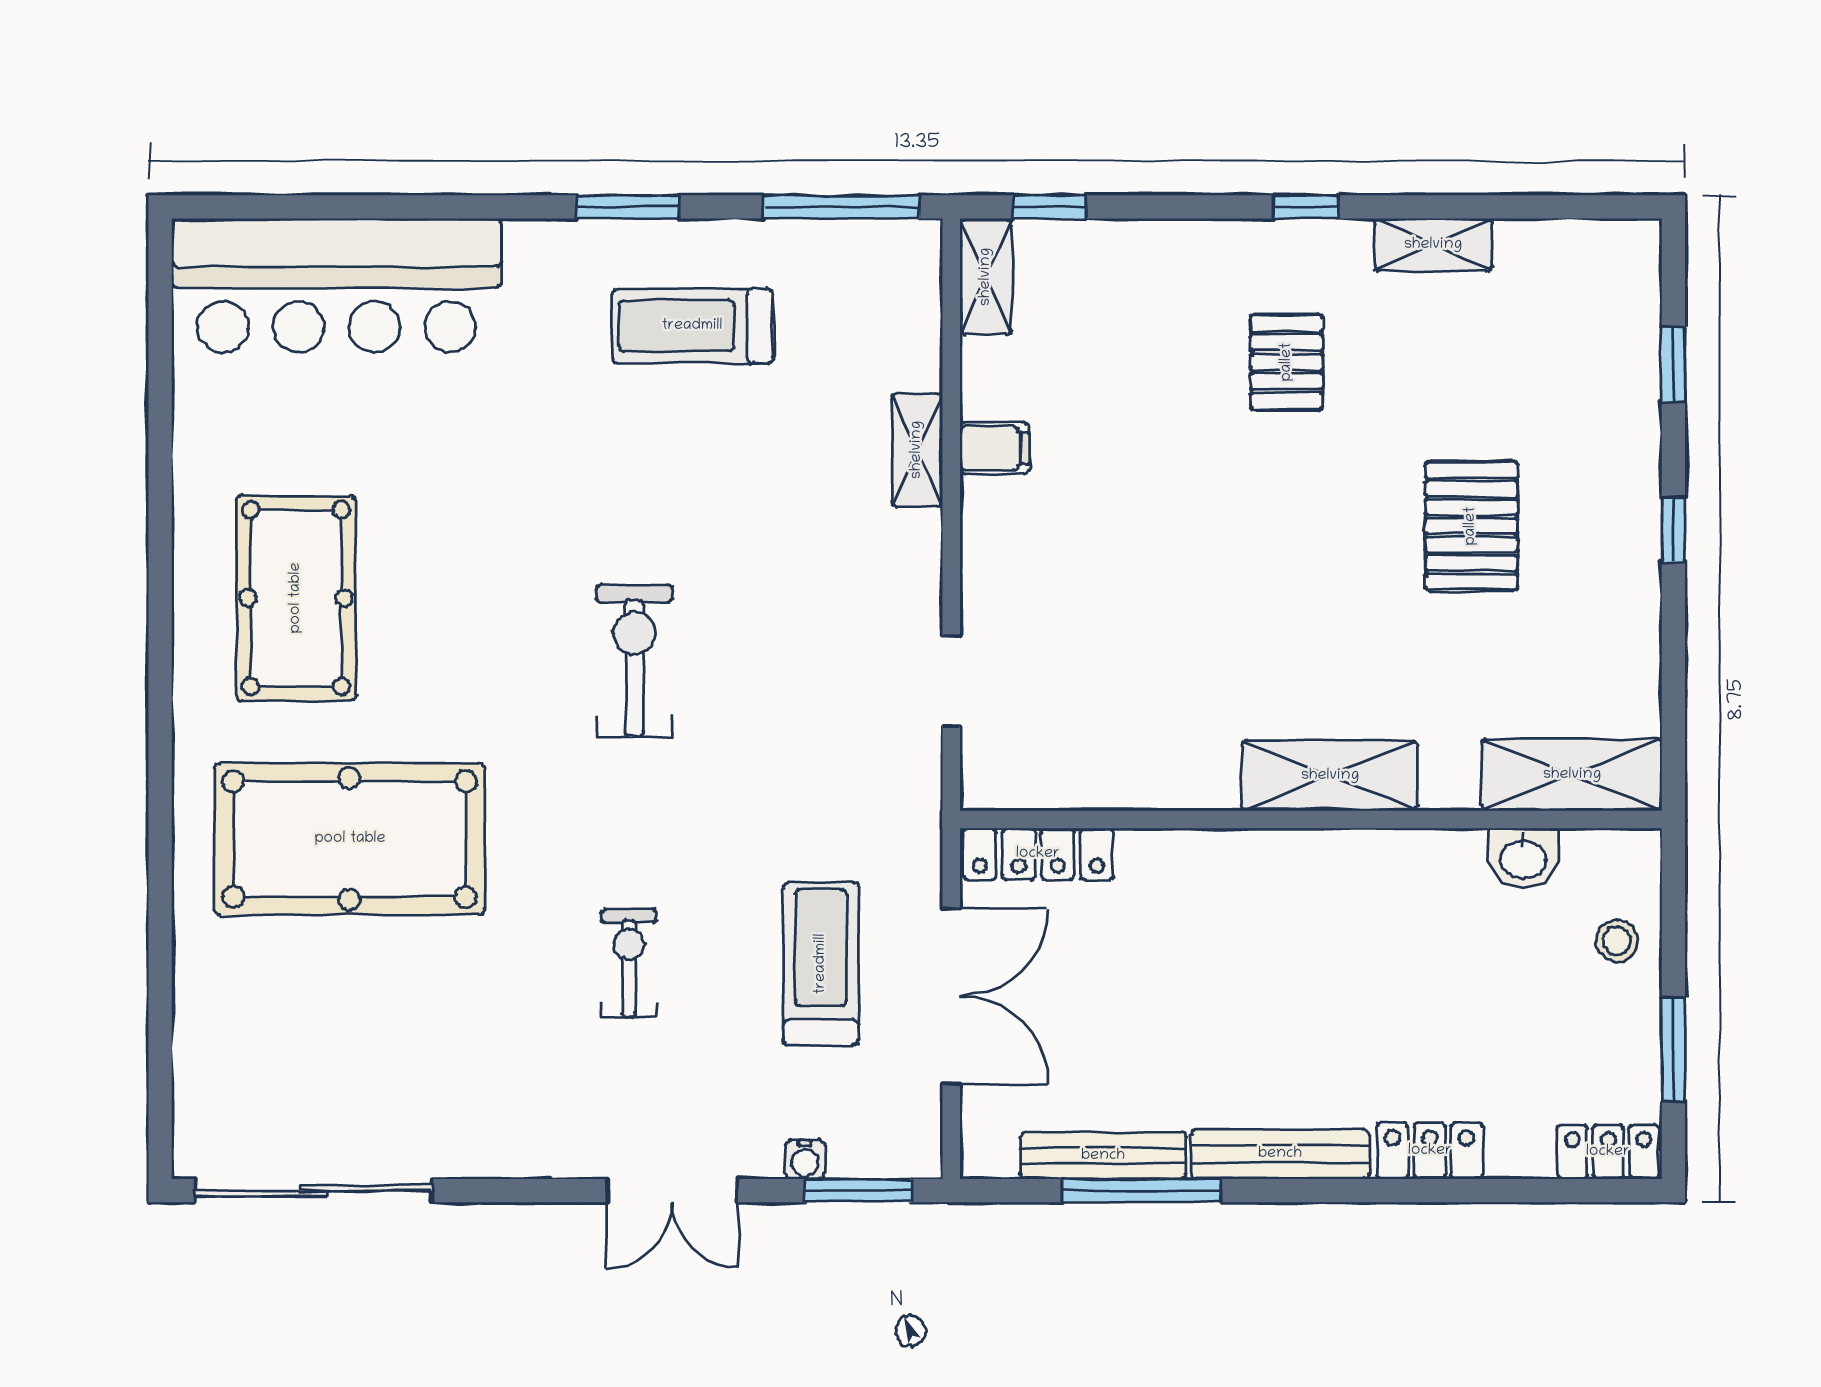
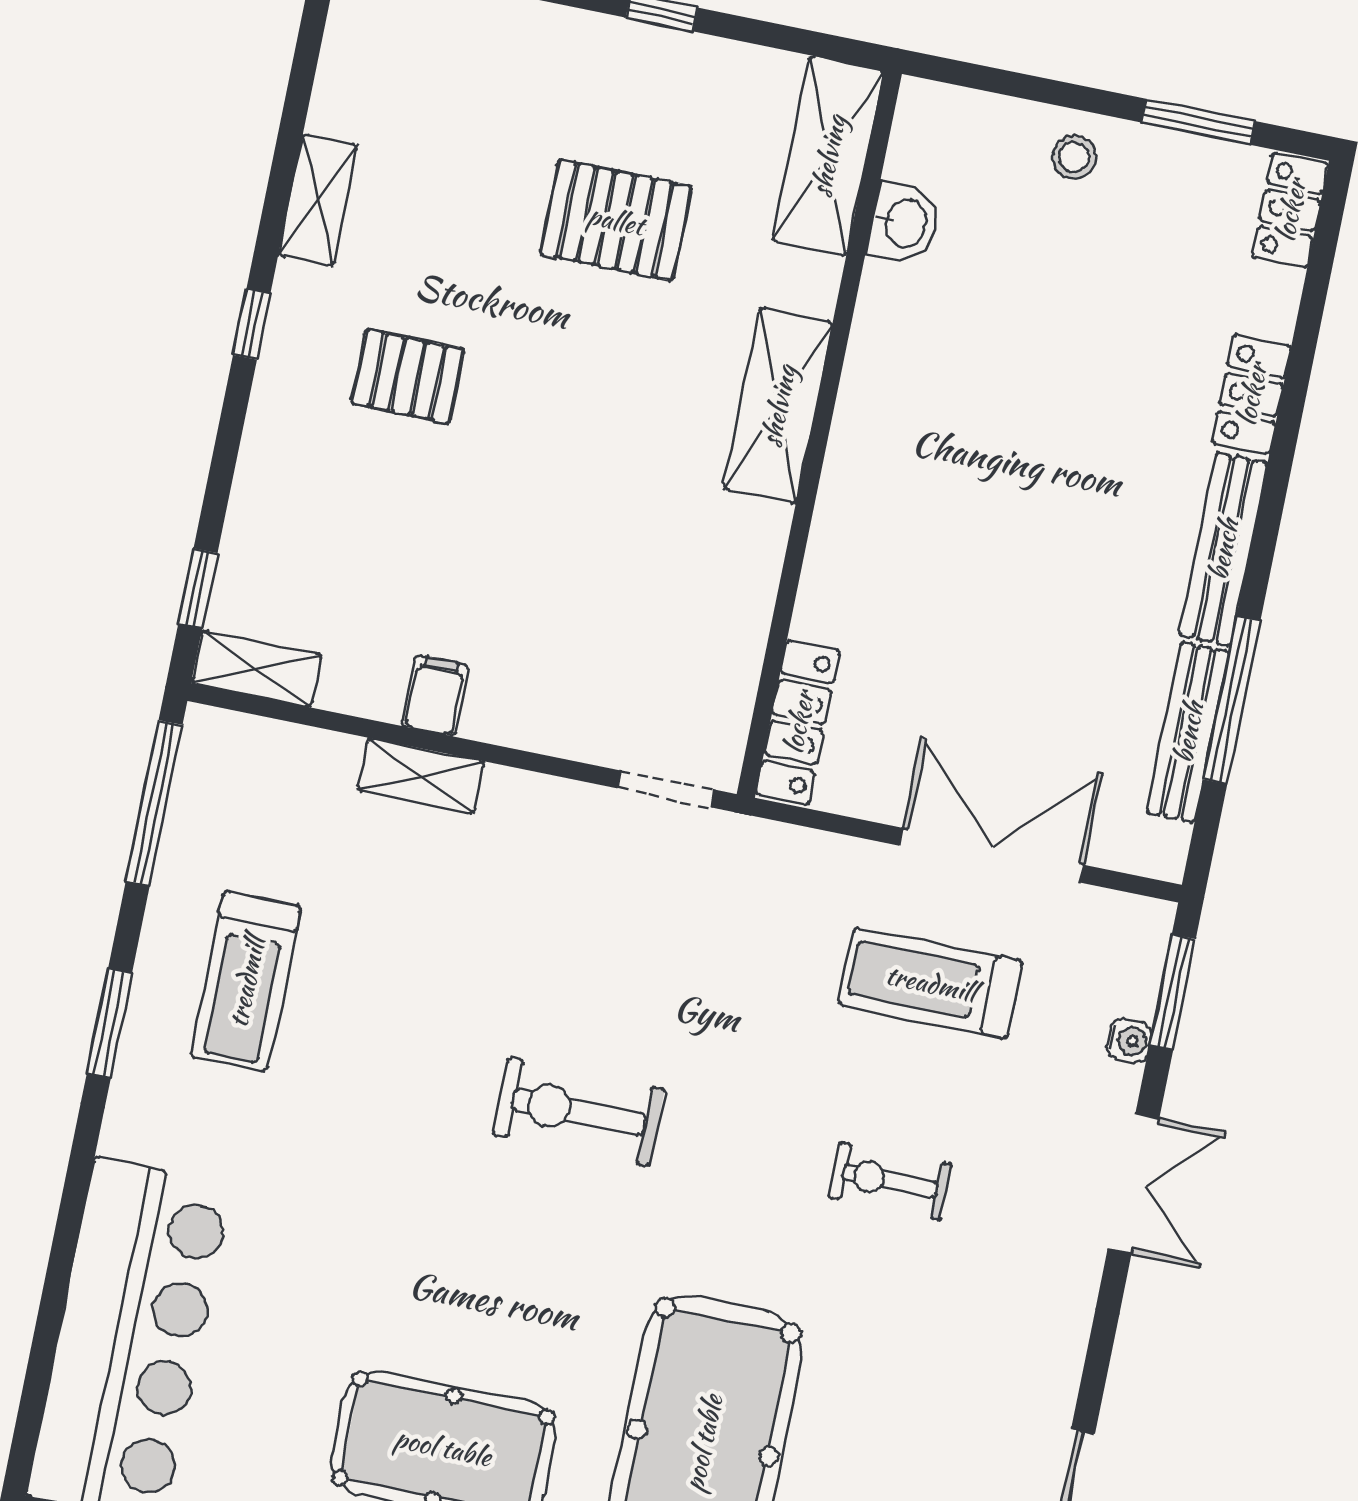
shelving: (1572, 775) -> (828, 156), moved
shelving: (1330, 776) -> (778, 406), moved
wall: (1311, 819) -> (819, 434), moved
locker: (1038, 854) -> (798, 722), moved
washbasin: (1523, 858) -> (904, 223), moved

